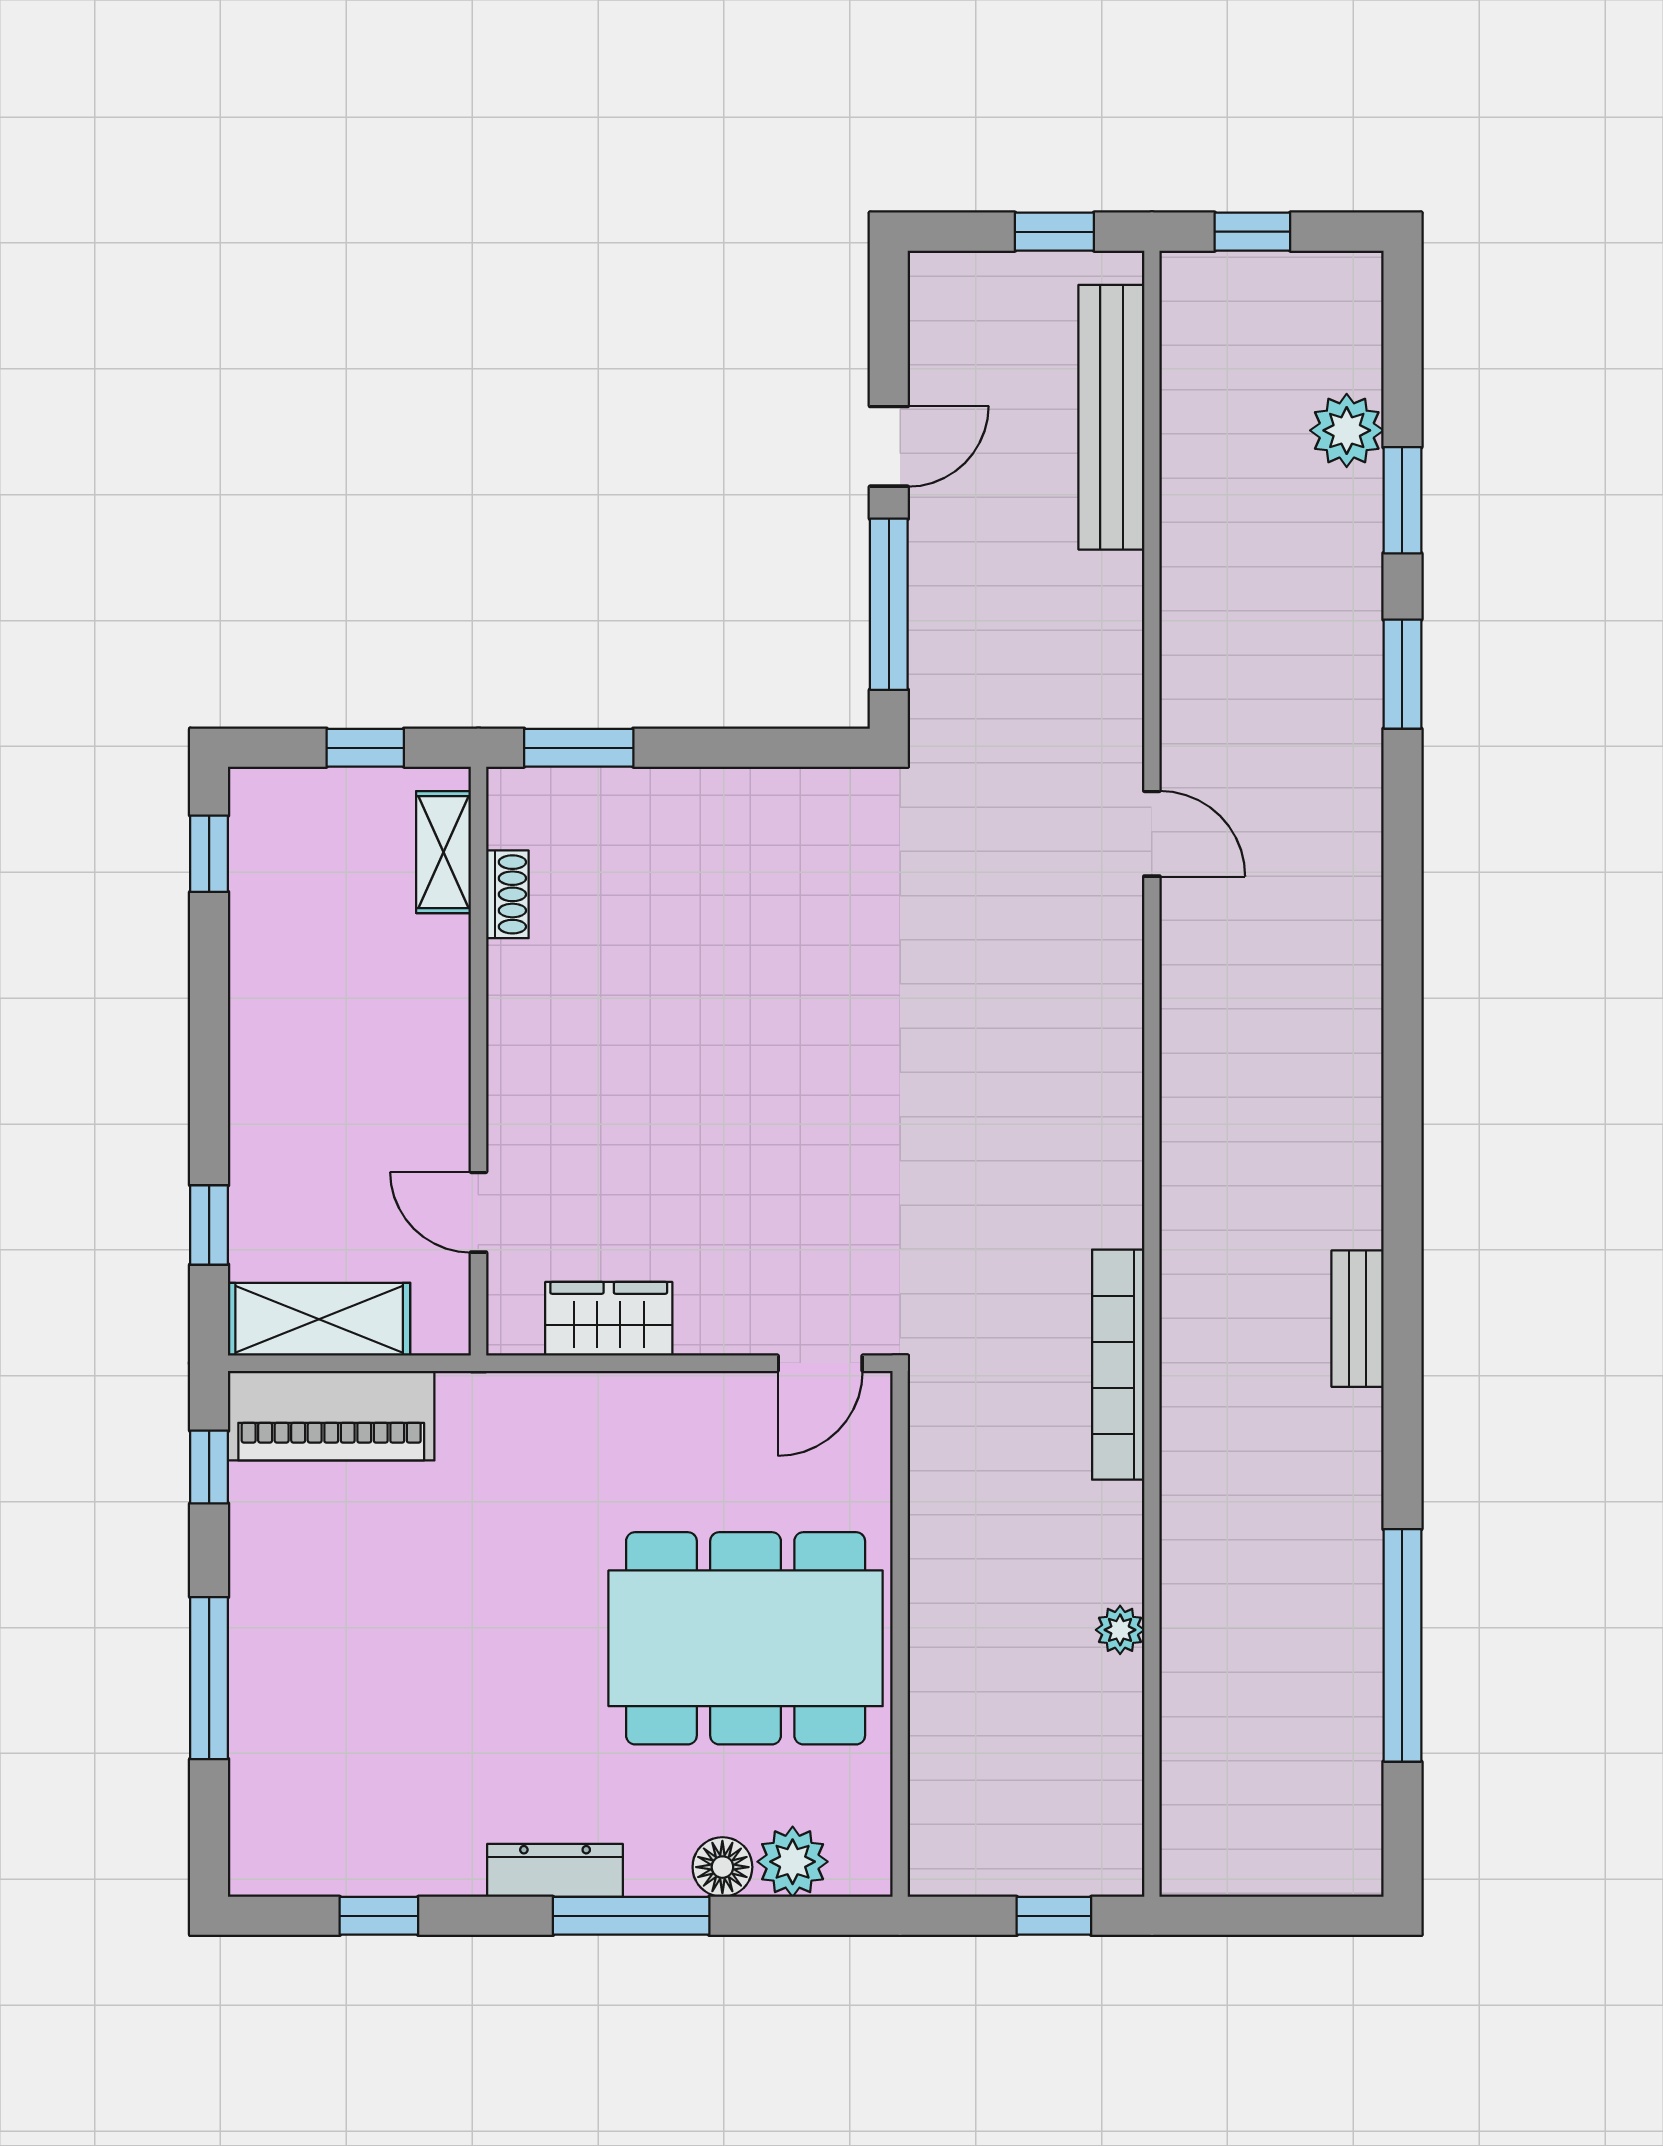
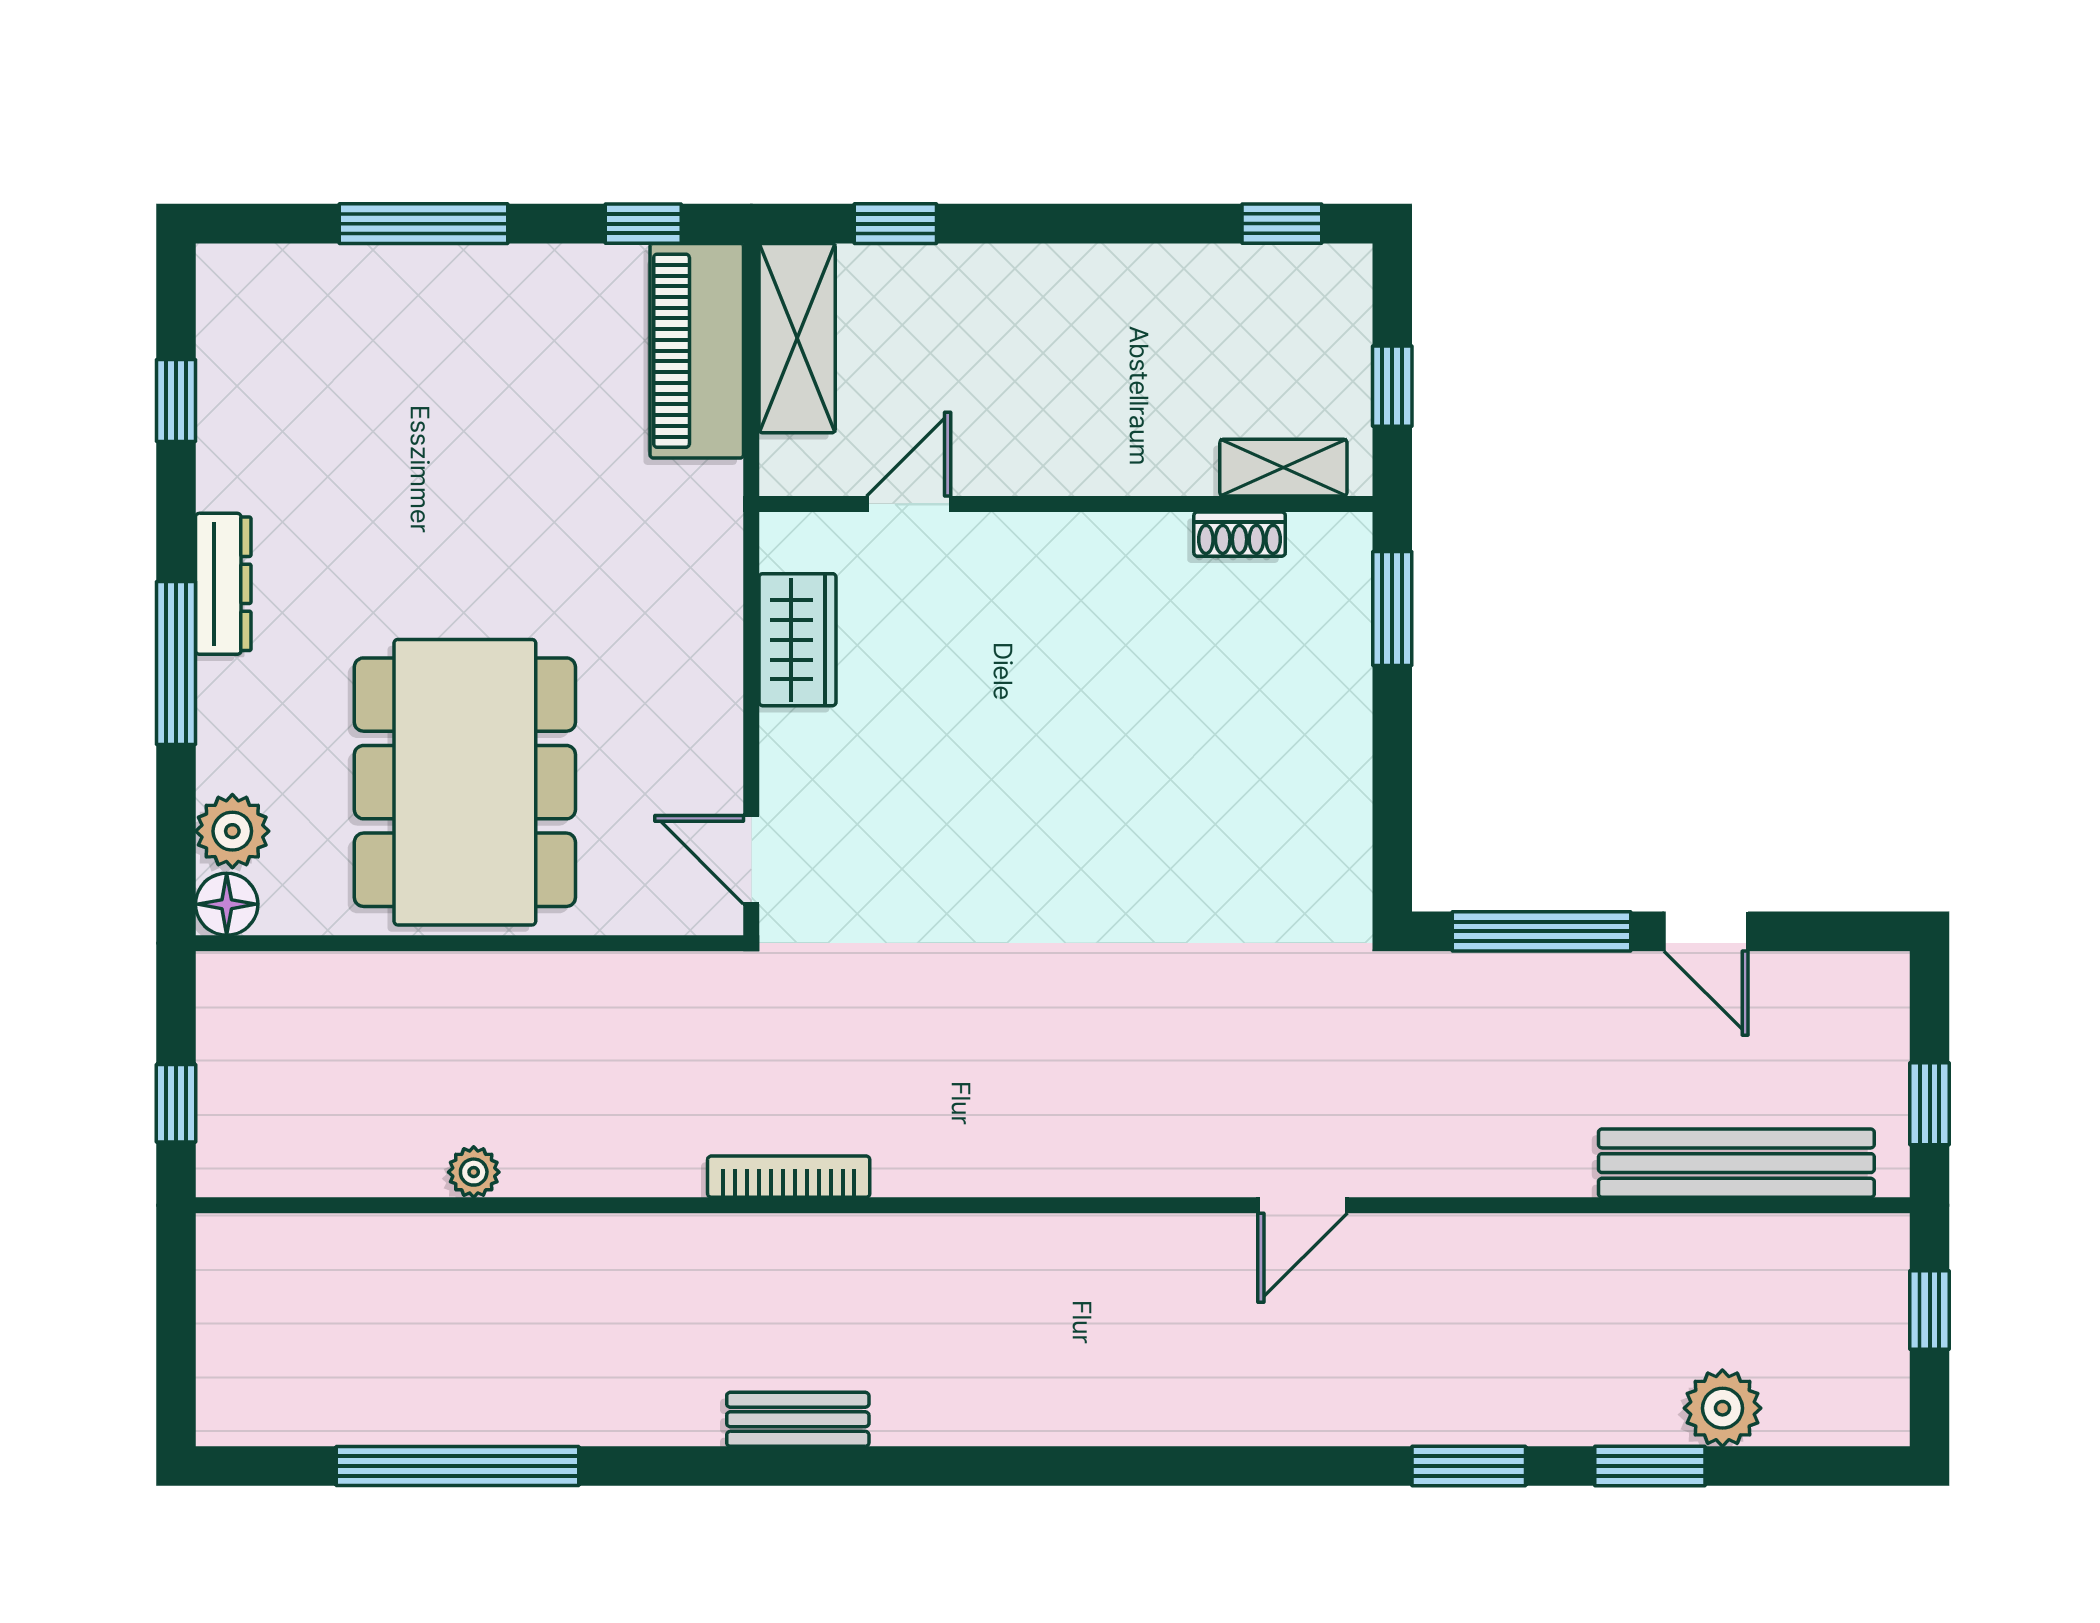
bookcase: (1118, 1365) -> (789, 1177), width x0.68, depth x0.76
floor lamp: (722, 1867) -> (227, 904), moved

